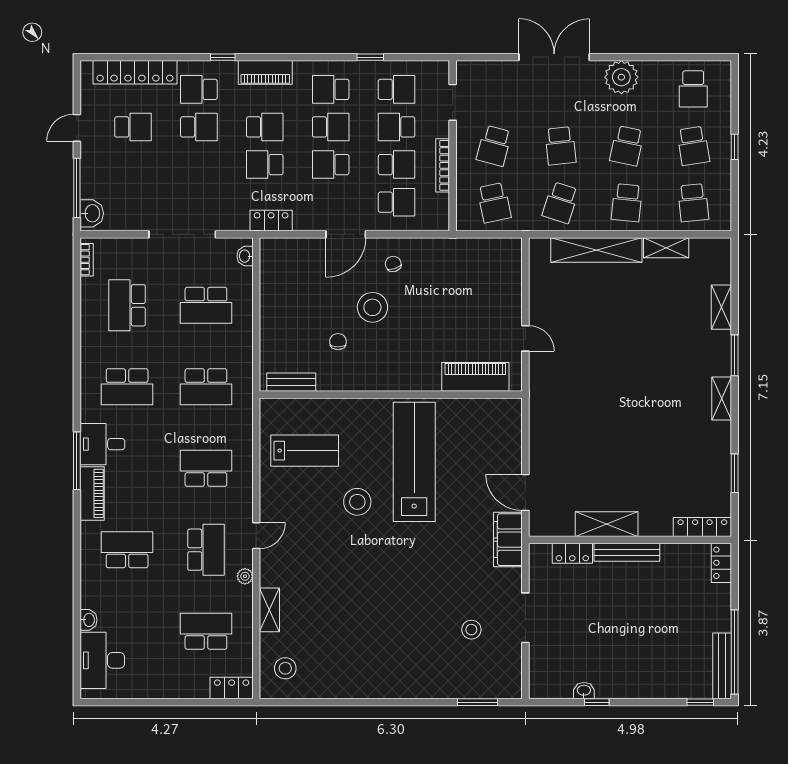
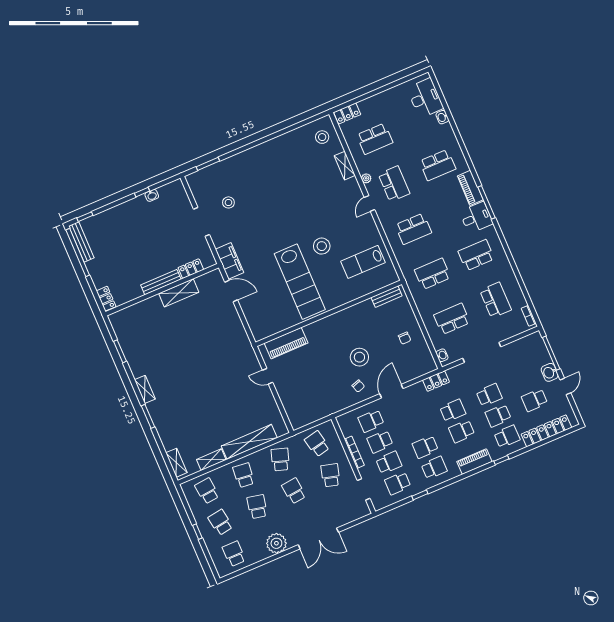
school desk: (331, 165) -> (489, 395), moved
washbasin: (92, 213) -> (550, 372), moved
shelving: (721, 307) -> (176, 463), moved
chair: (338, 342) -> (405, 338), moved
locker: (702, 527) -> (125, 314), removed
school desk: (206, 550) -> (394, 184), turned 180

